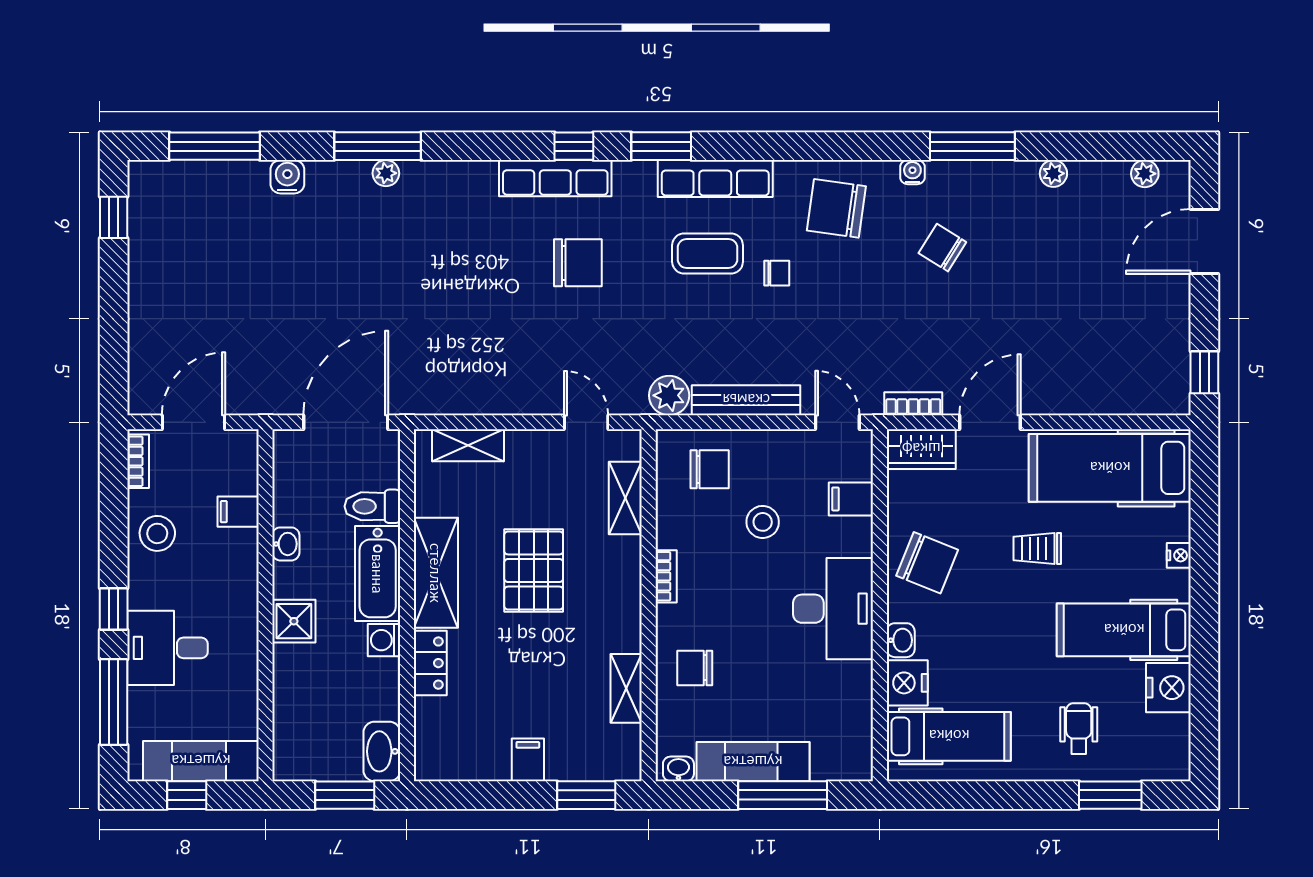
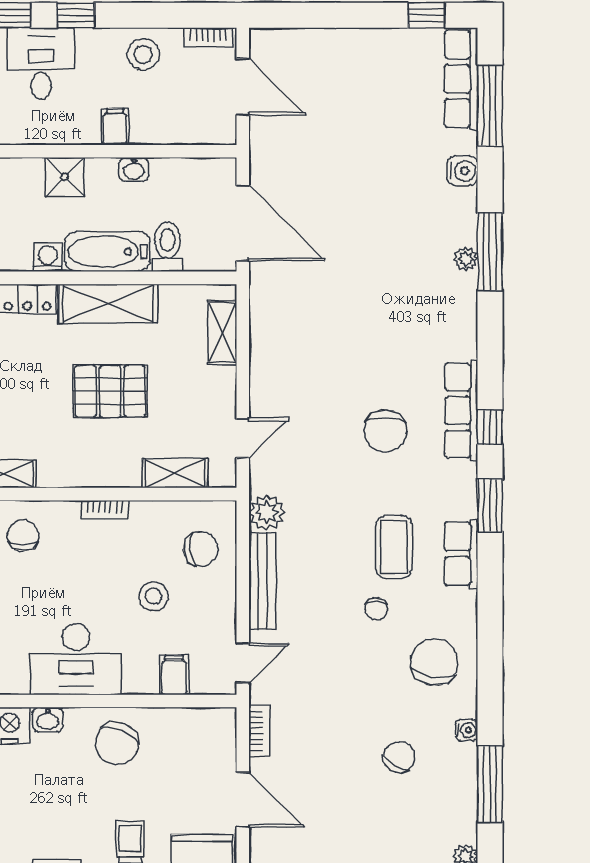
row of seats: (185, 178) -> (461, 79), added
row of seats: (715, 179) -> (461, 554), width x0.68
wardrobe: (921, 449) -> (219, 738), removed
chair: (710, 469) -> (201, 549), turned -97
filing cabinet: (238, 512) -> (115, 127), moved

